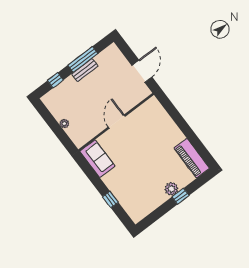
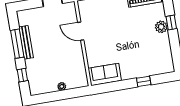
bench: (85, 70) -> (26, 42), width x1.36
door: (117, 122) -> (81, 31), moved

